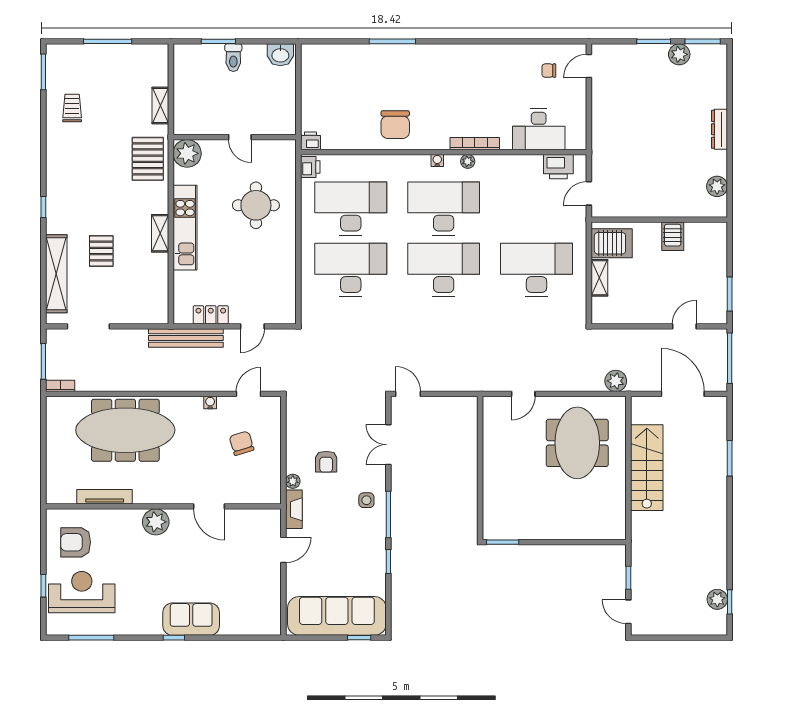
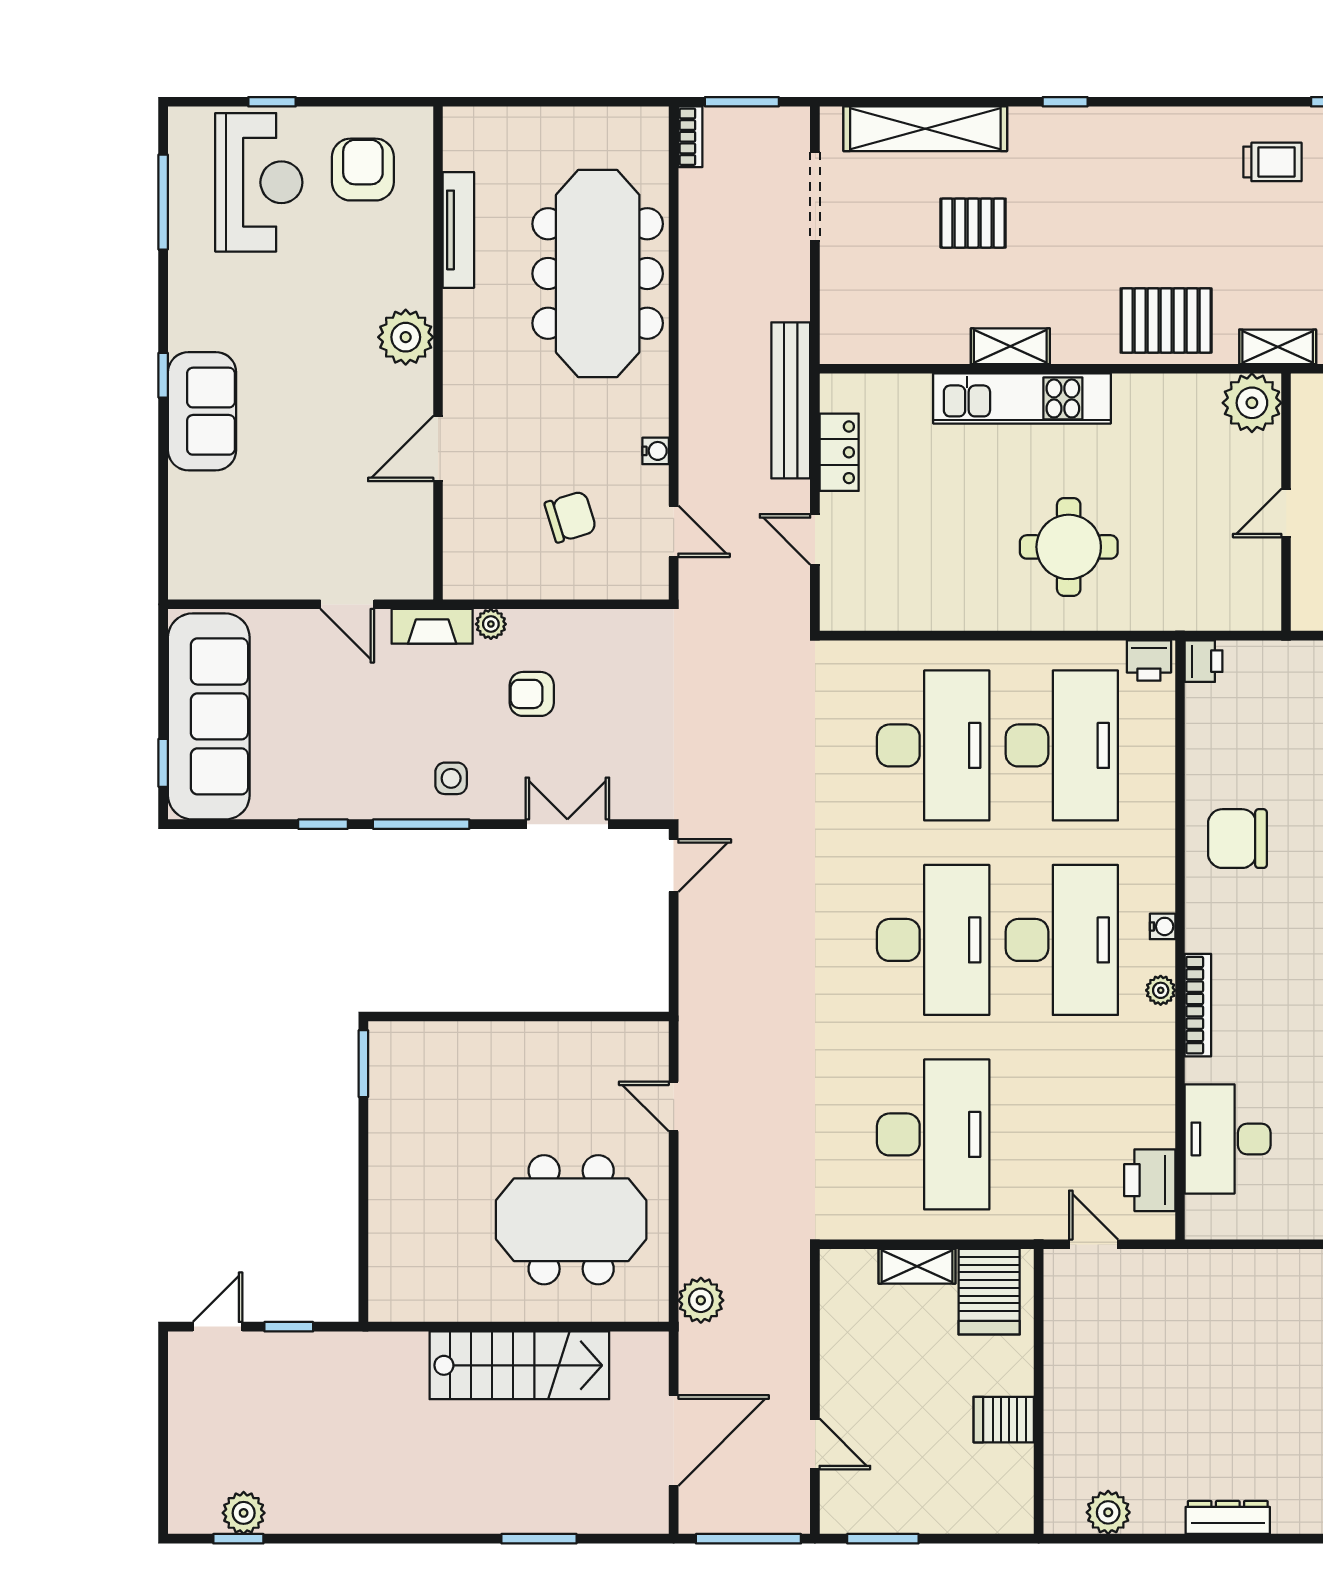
wall: (235, 137) -> (1286, 502), moved
door: (240, 137) -> (1286, 513), moved
plant: (187, 153) -> (1252, 403), moved

